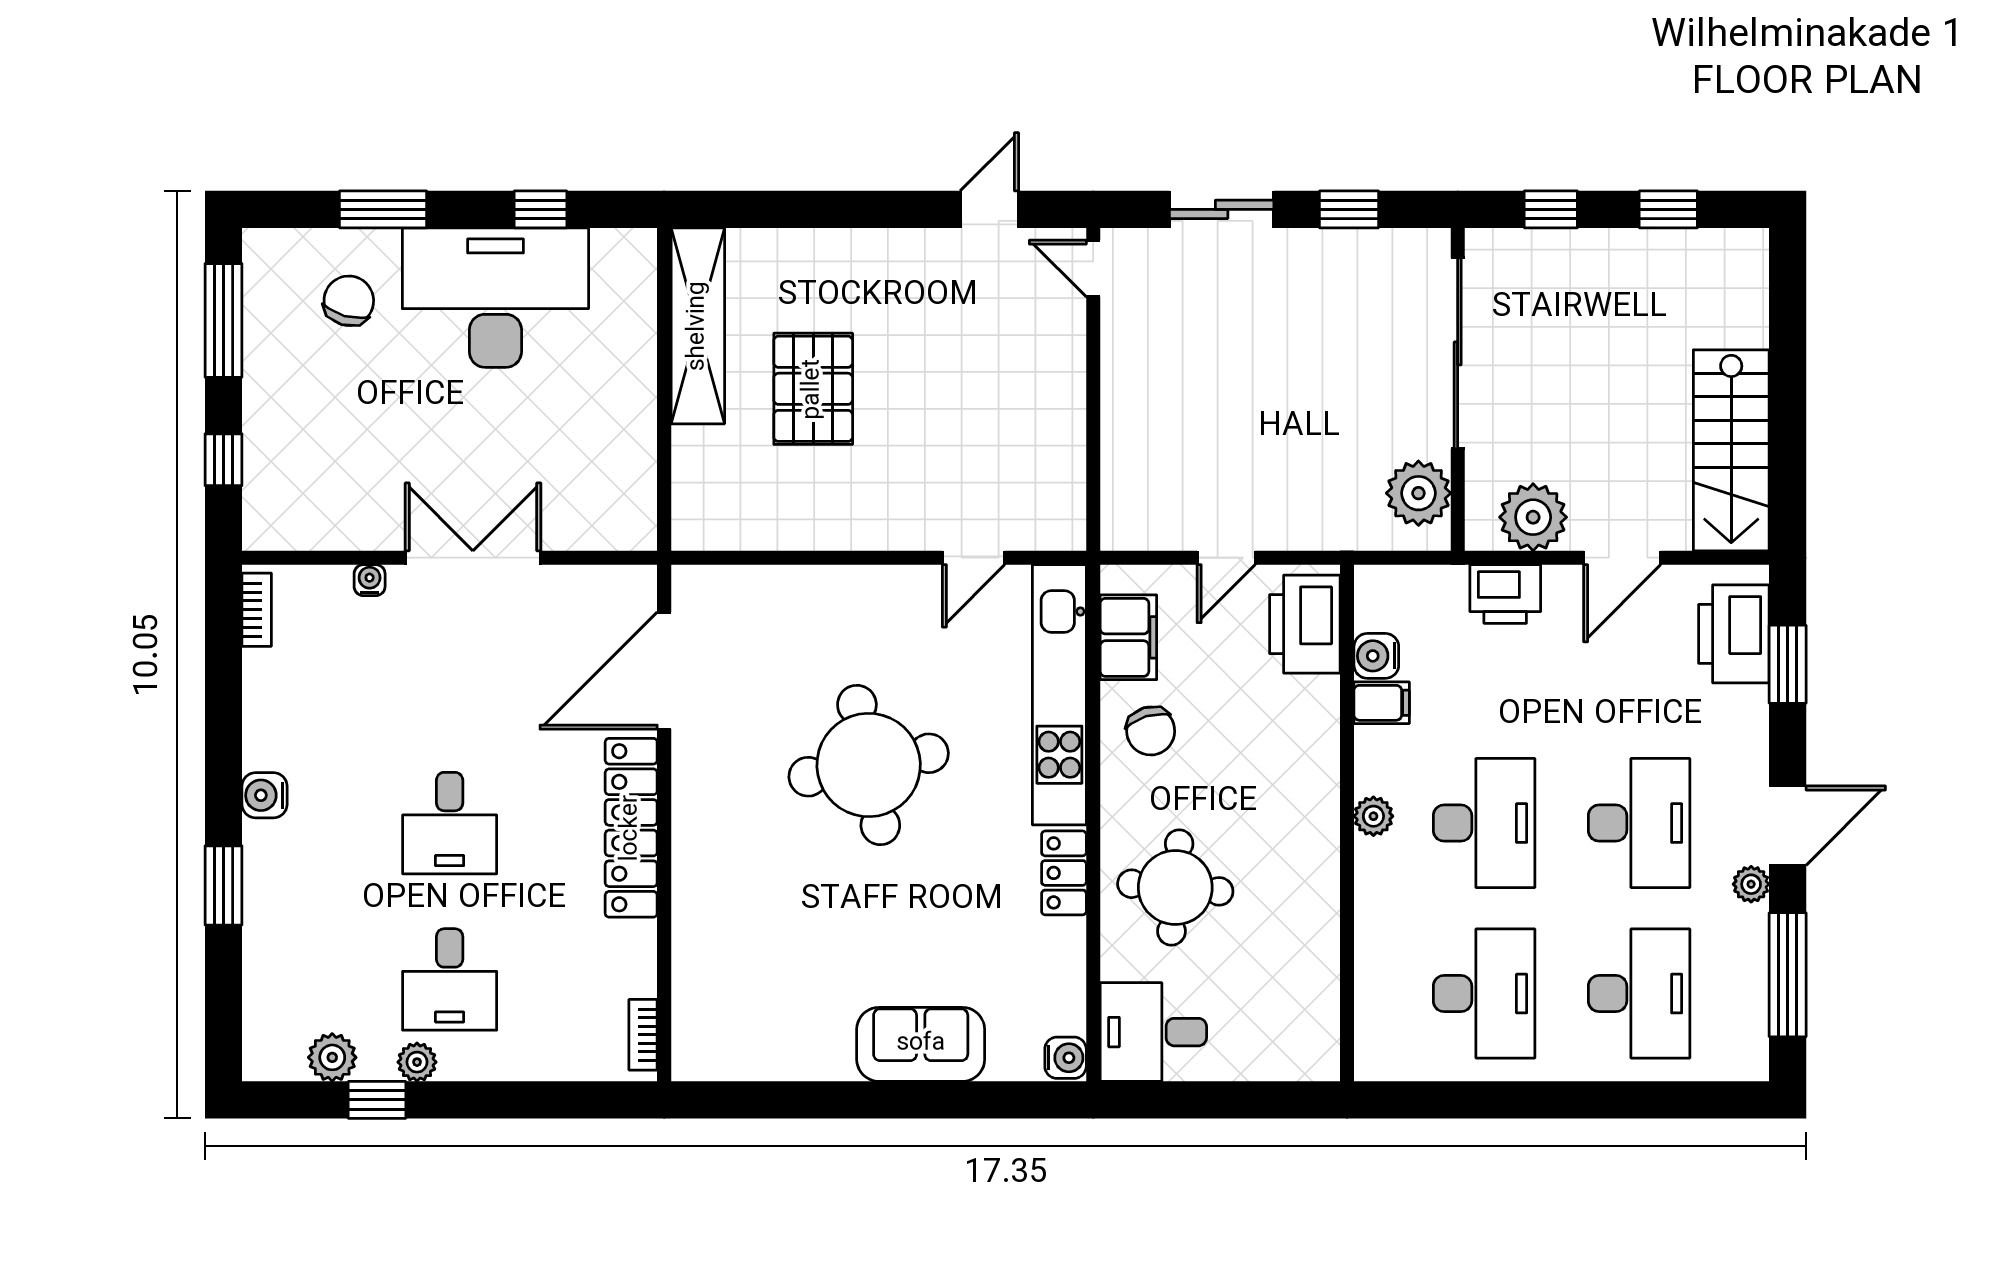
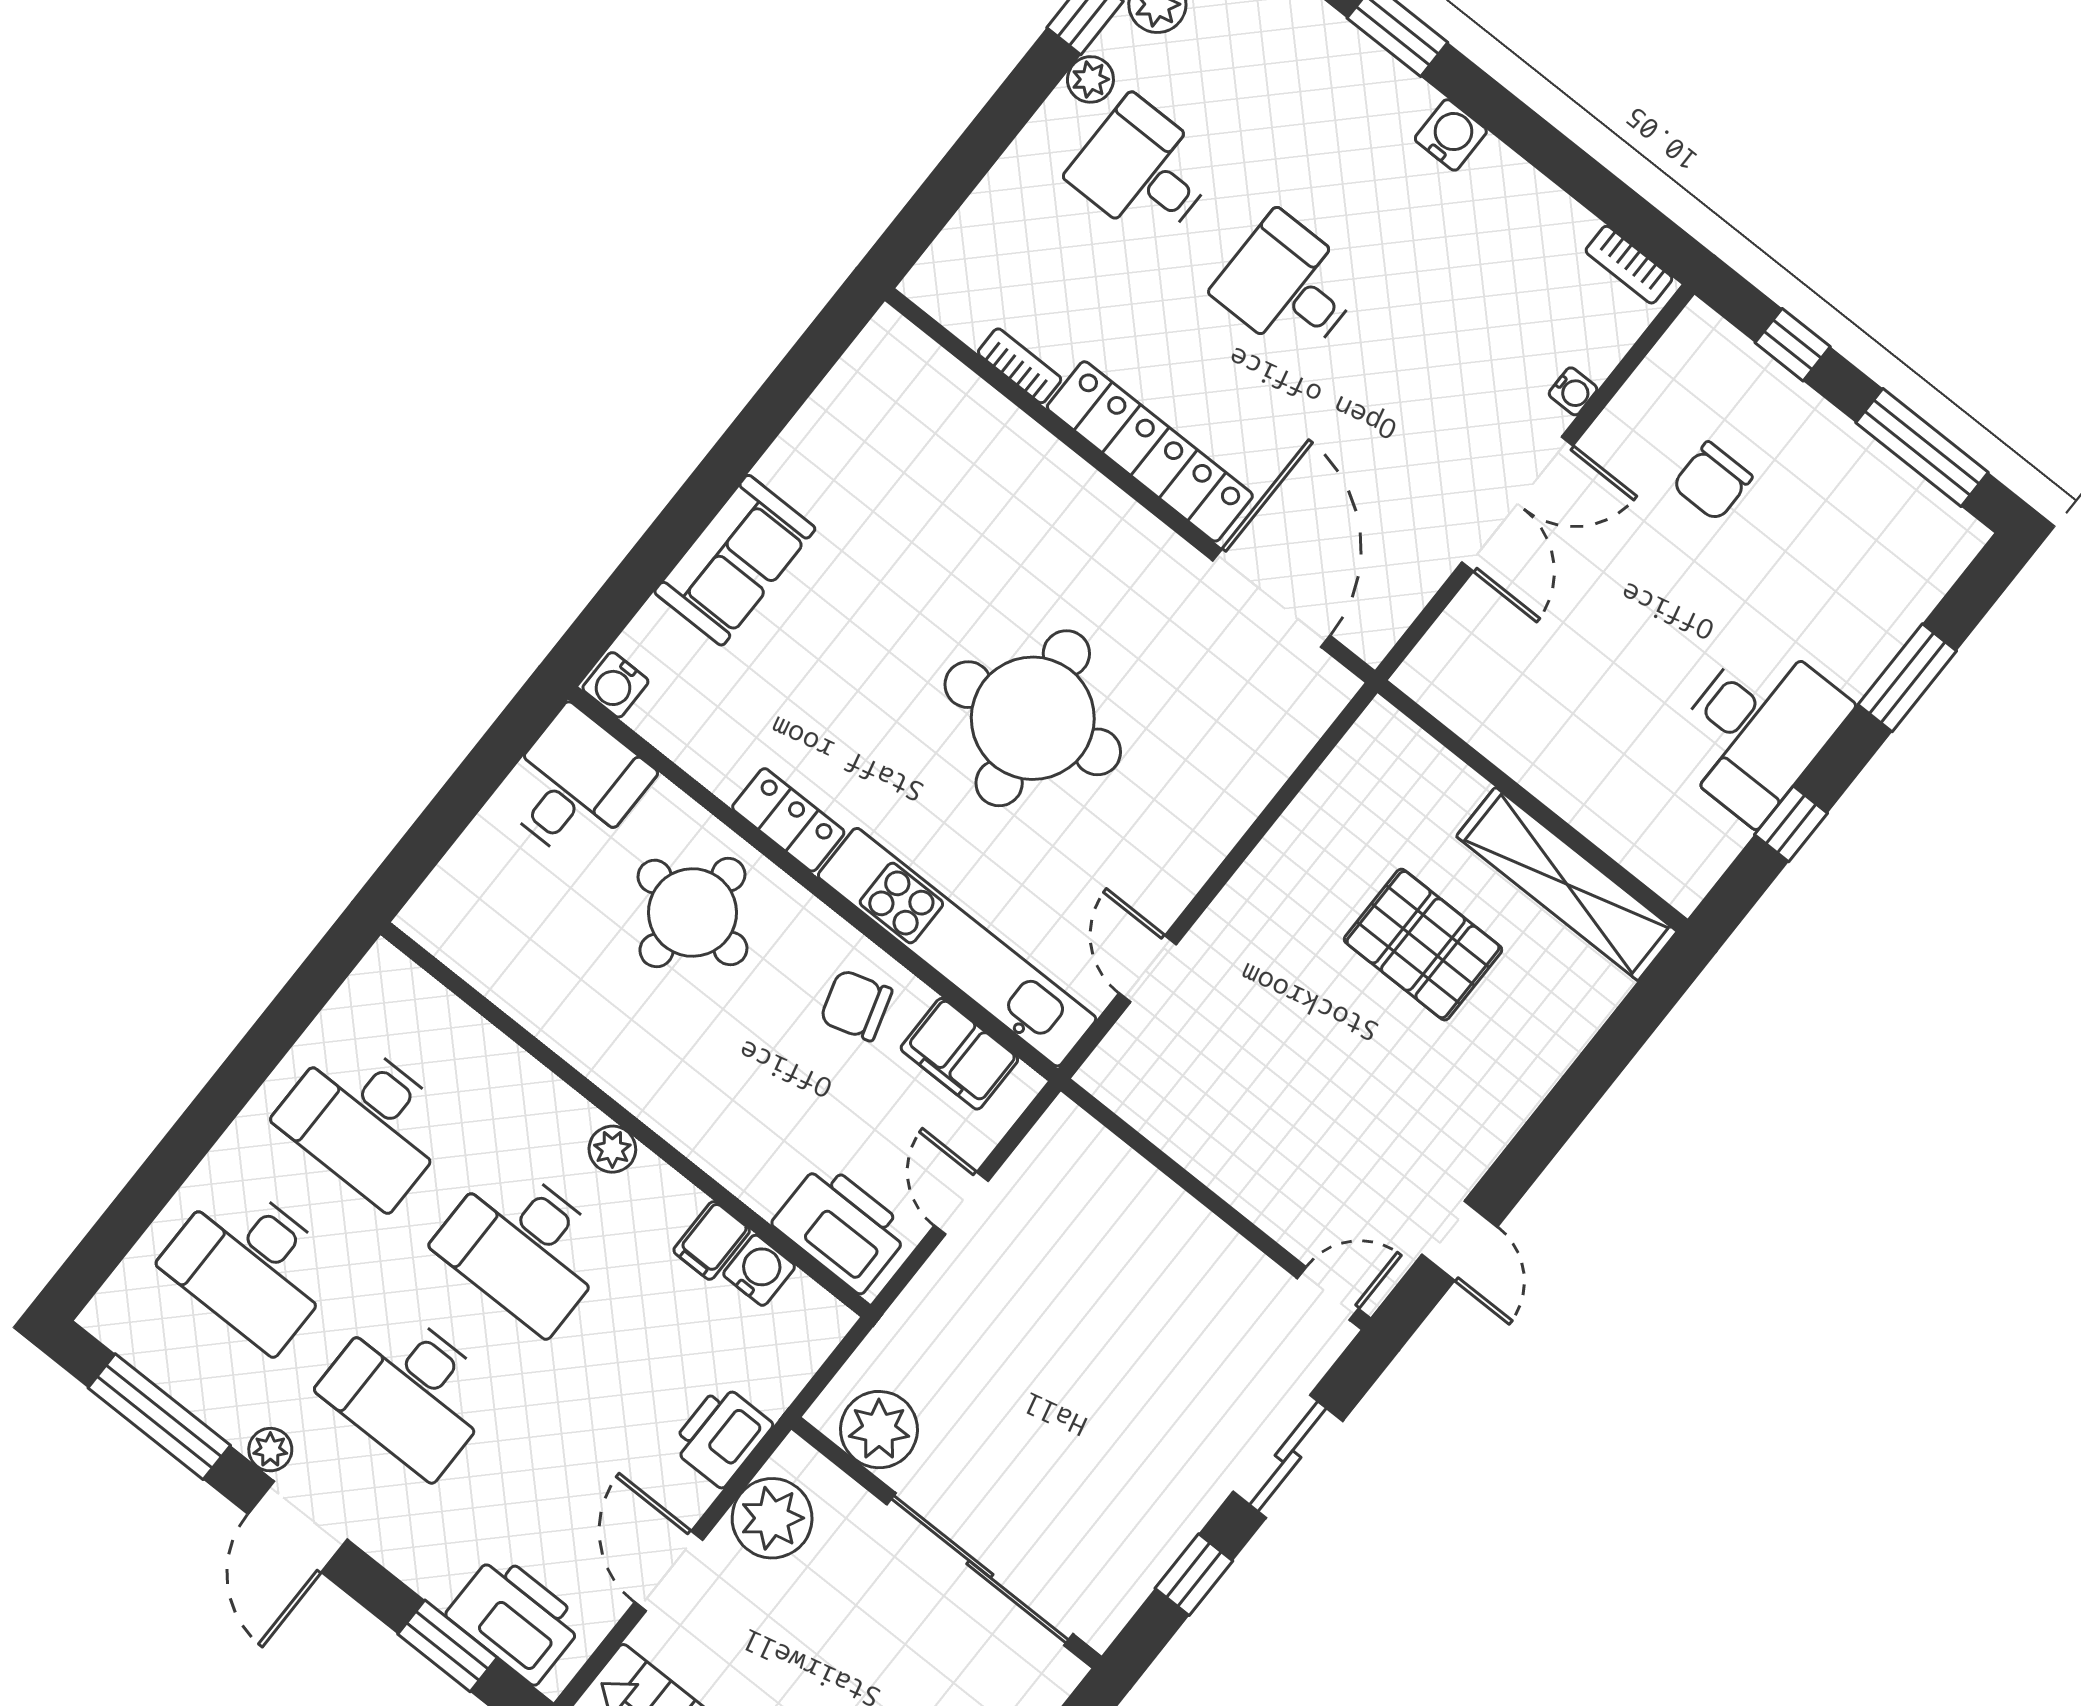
desk: (495, 298) -> (1757, 729), width x0.73, depth x0.77
chair: (349, 301) -> (1712, 481), moved, turned 74
bookcase: (643, 1035) -> (1020, 366), moved

